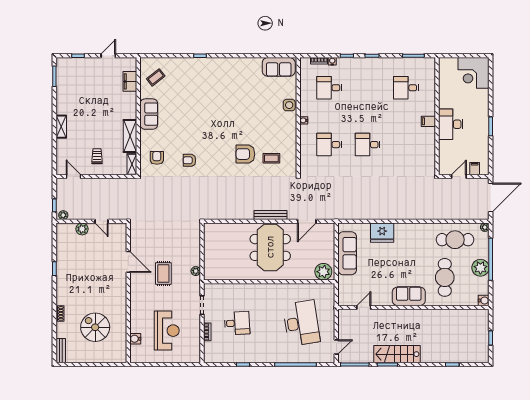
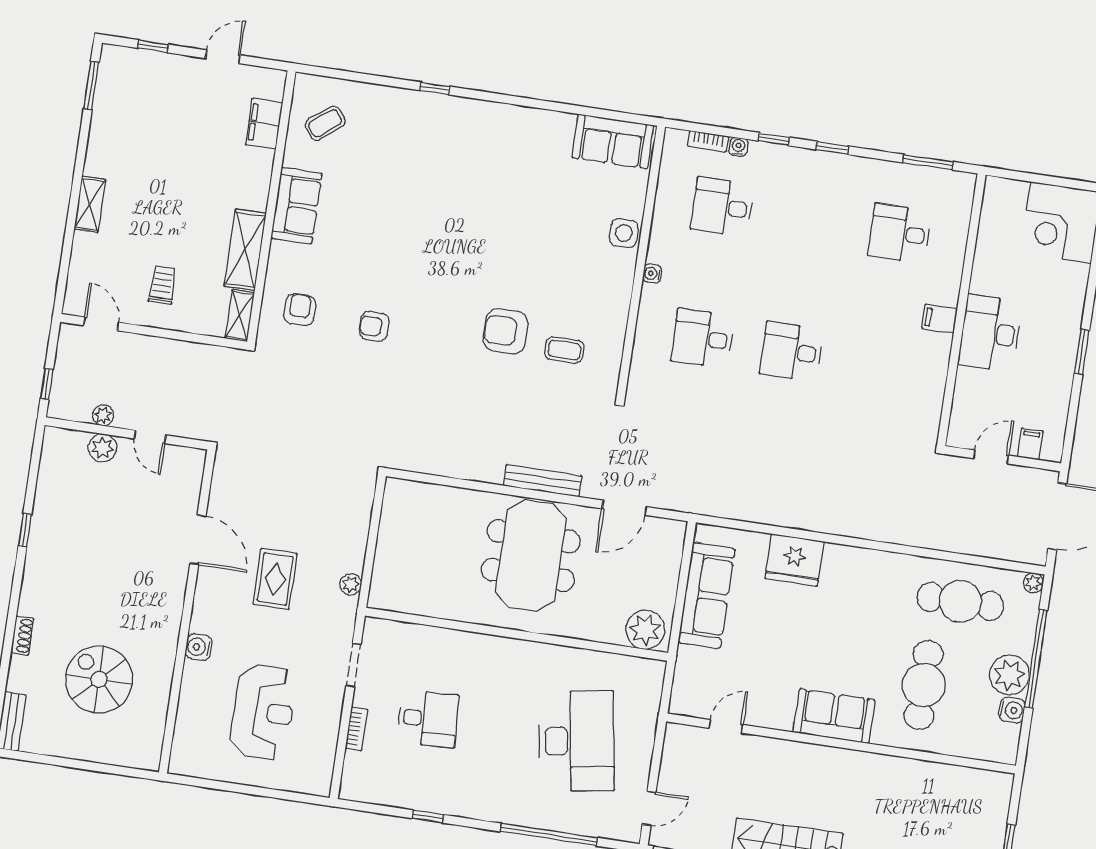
plant: (63, 215) -> (103, 415), moved
water cooler: (484, 301) -> (1012, 710), moved
water cooler: (135, 339) -> (199, 647), moved

